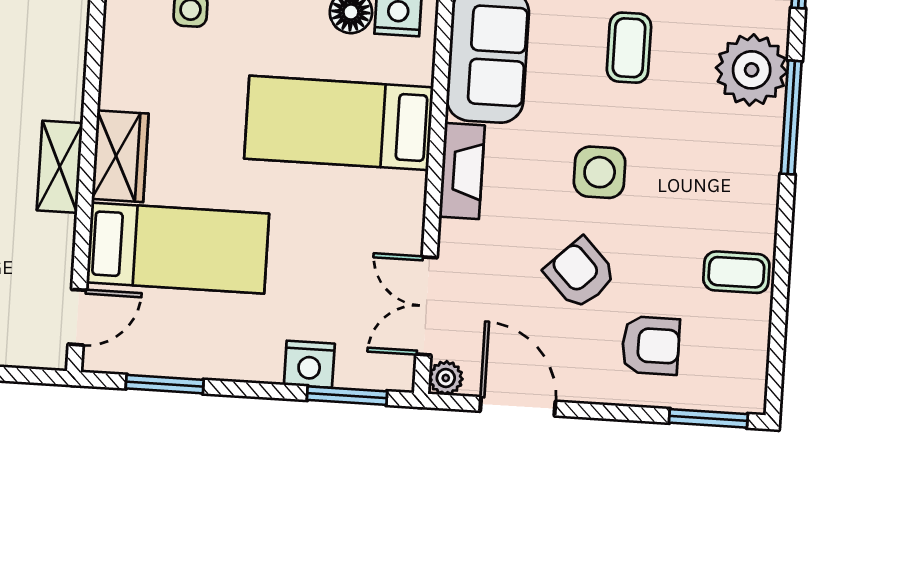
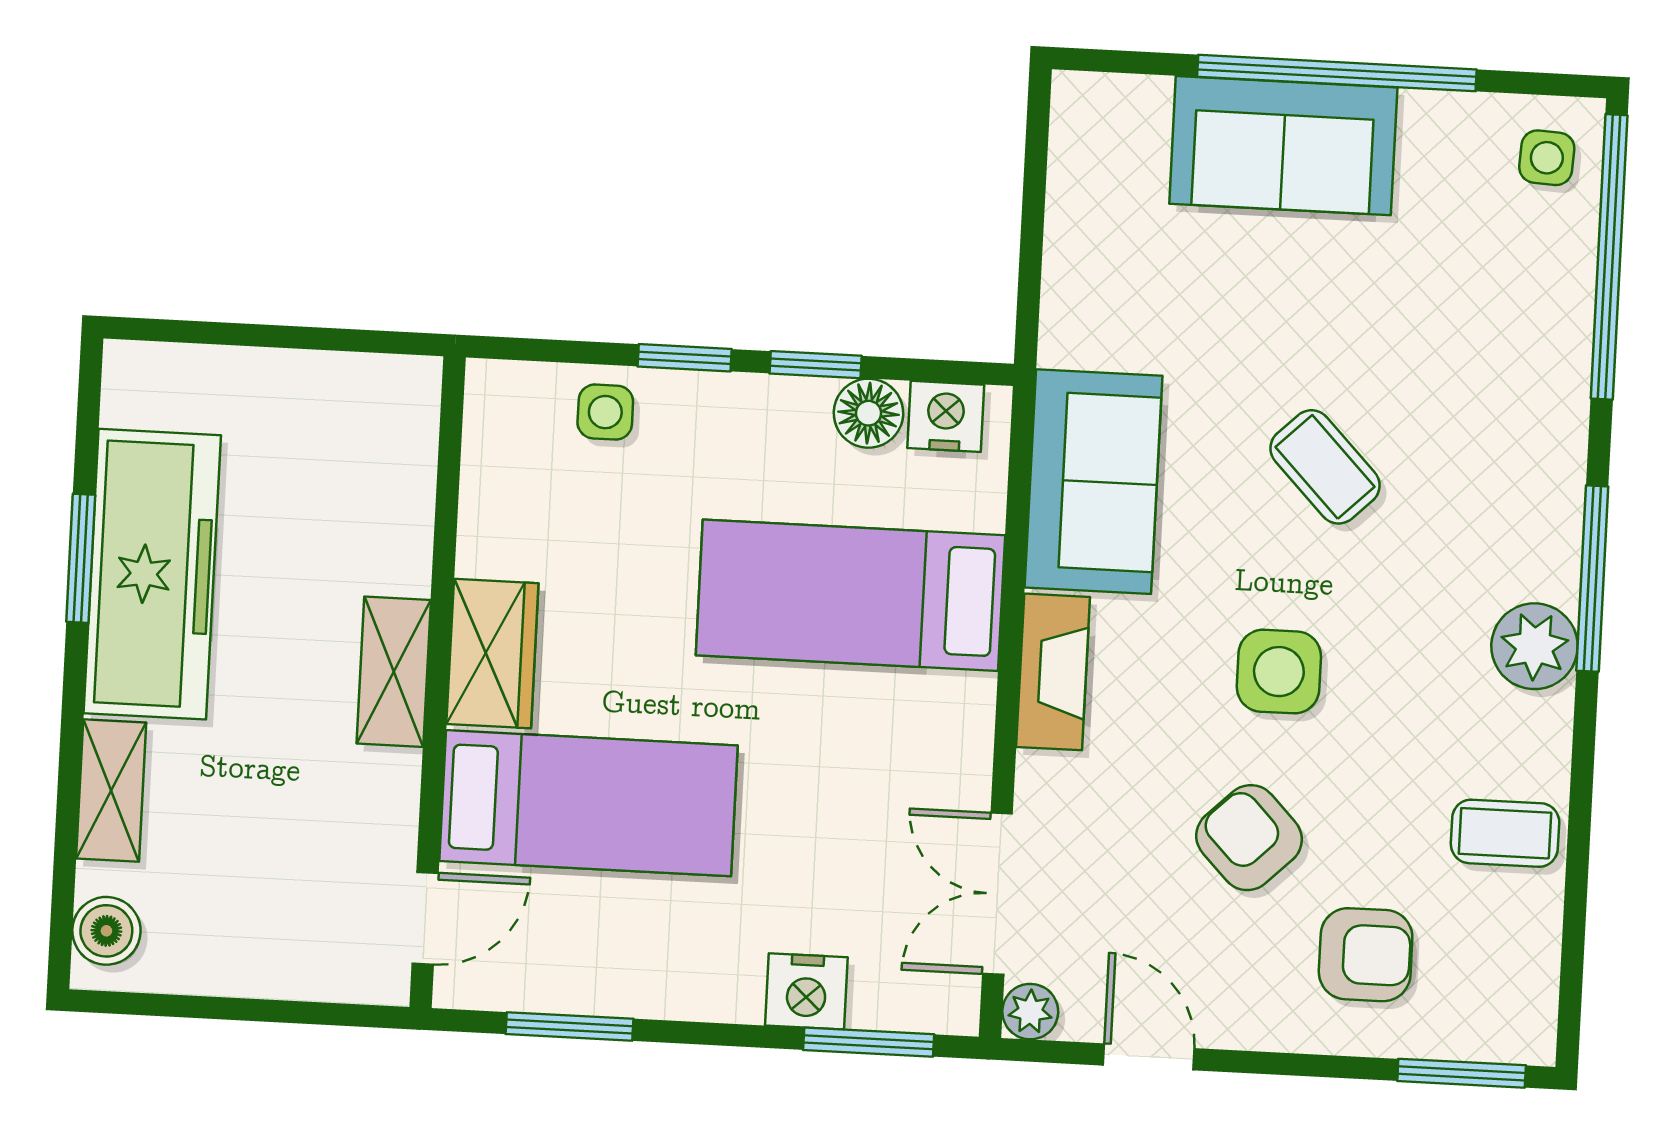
coffee table: (629, 48) -> (1325, 467), turned -44
plant: (752, 70) -> (1534, 646), moved, width x0.73, depth x0.73
door: (518, 406) -> (1149, 1057), width x0.73

